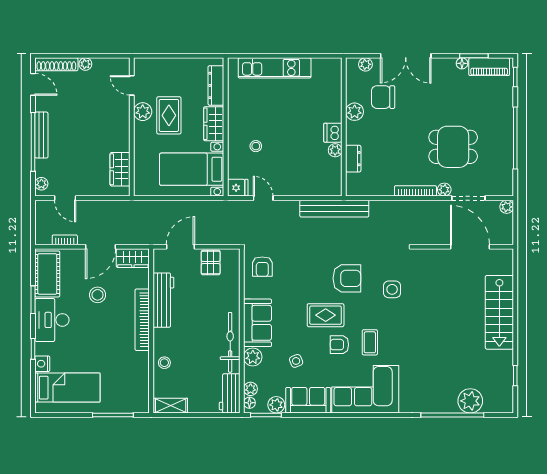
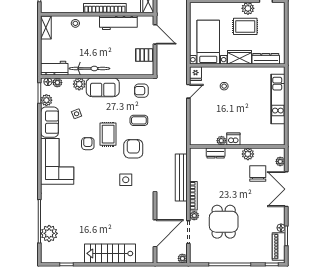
bench: (334, 209) -> (181, 177), moved
armchair: (347, 278) -> (133, 149), turned 180
coffee table: (370, 342) -> (139, 120), moved

